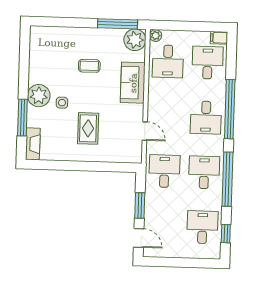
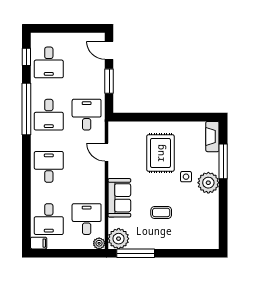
window: (230, 109) -> (26, 176), removed
rug: (88, 128) -> (160, 153), width x1.36, depth x1.43
desk: (164, 171) -> (87, 115), turned 180

